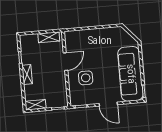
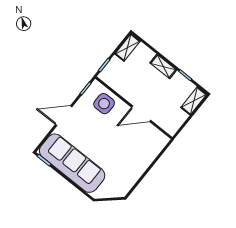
shelving: (49, 37) -> (194, 101), moved
door: (65, 62) -> (141, 114), hinge flipped
side table: (86, 78) -> (104, 104), moved

